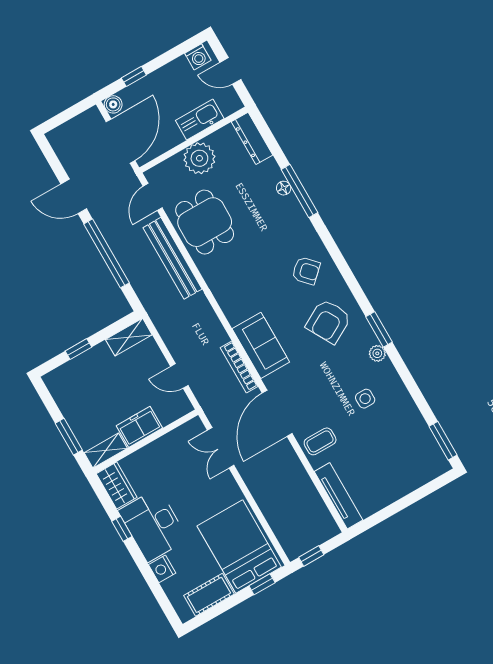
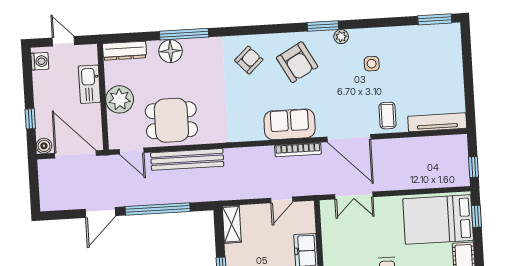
door: (230, 71) -> (63, 41), swing flipped
floor lamp: (284, 188) -> (171, 51), width x1.89, depth x1.89

